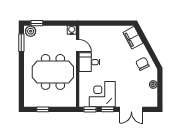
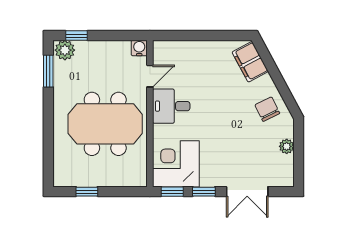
door: (78, 46) -> (150, 76), hinge flipped
corner desk: (102, 94) -> (176, 164), moved

